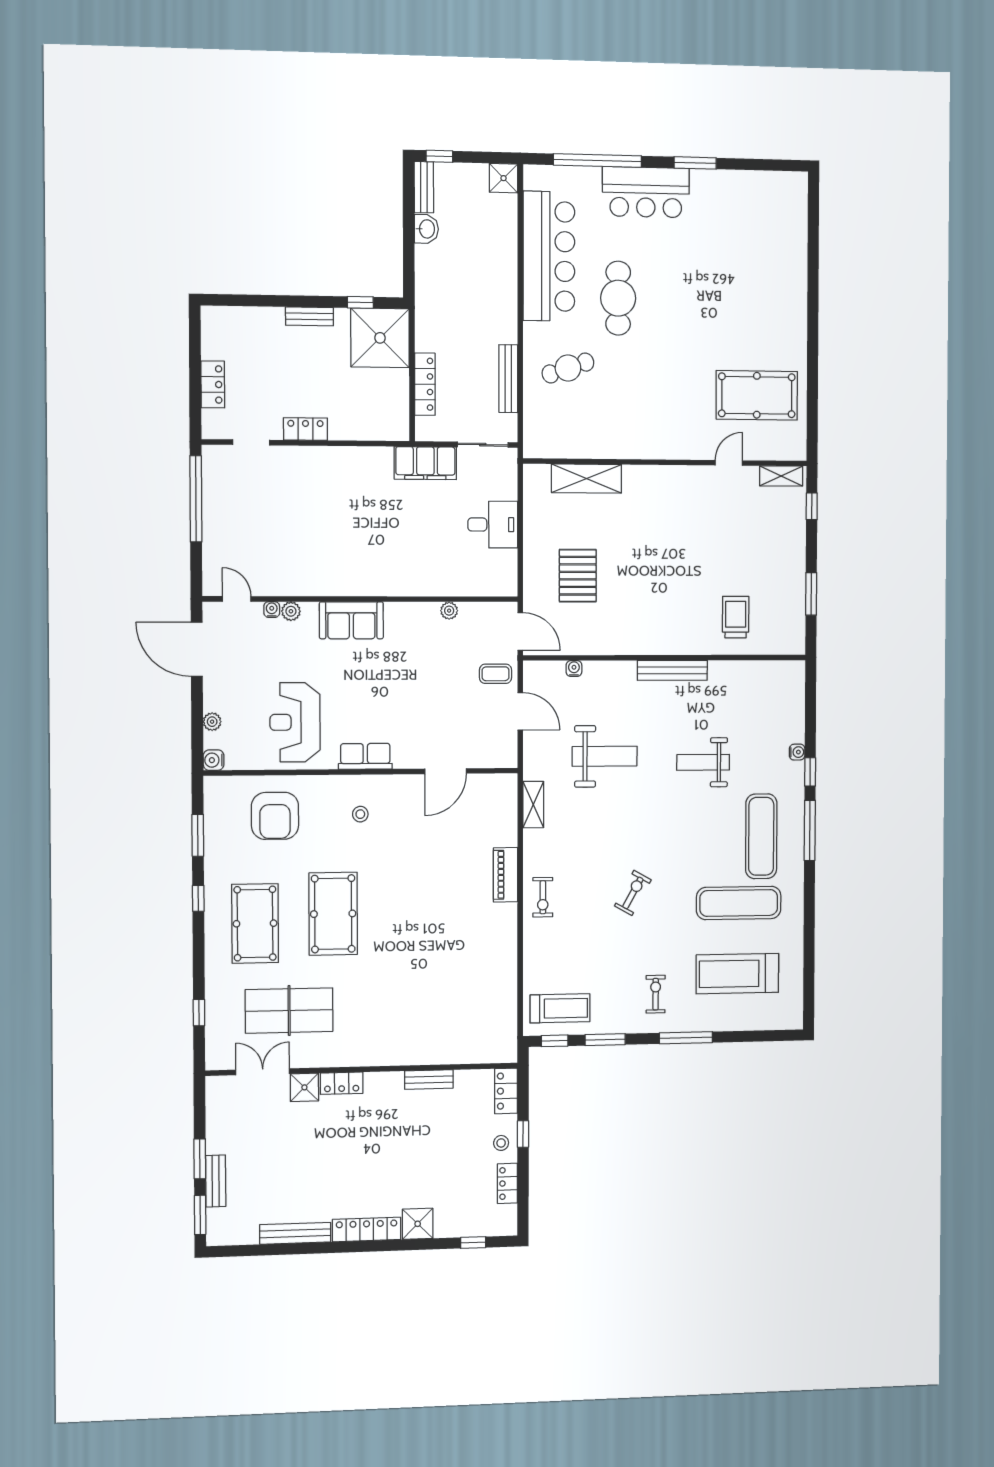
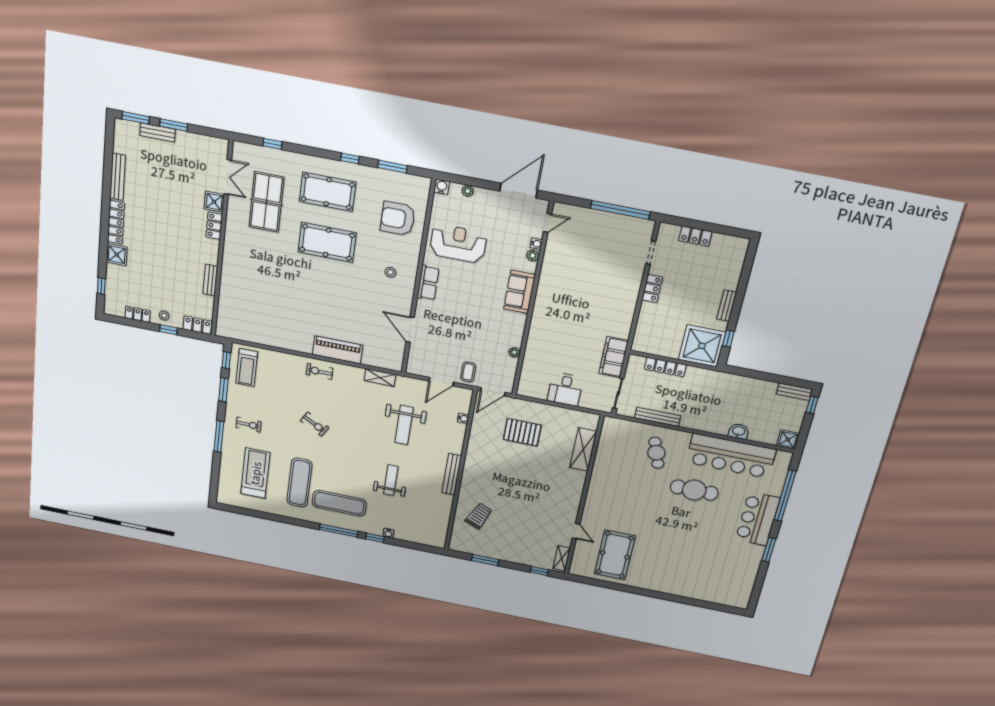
washbasin: (426, 229) -> (739, 431), moved, turned 180
trolley: (736, 617) -> (479, 516), turned -67
piano: (505, 875) -> (338, 350), width x1.37, depth x1.33

